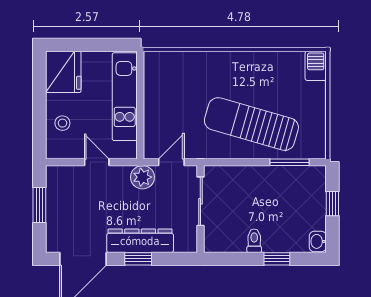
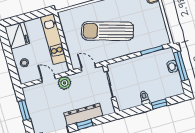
sun lounger: (251, 124) -> (108, 31), moved
door: (171, 162) -> (88, 68), hinge flipped
plant: (142, 177) -> (64, 83), moved
window: (332, 204) -> (181, 66), width x2.17
washbasin: (318, 241) -> (173, 66), moved

